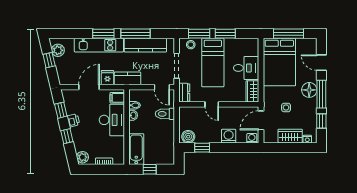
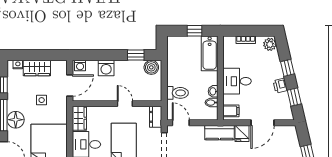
desk: (112, 120) -> (237, 81), width x0.73

